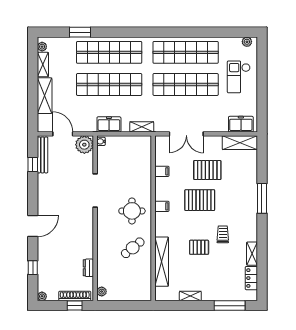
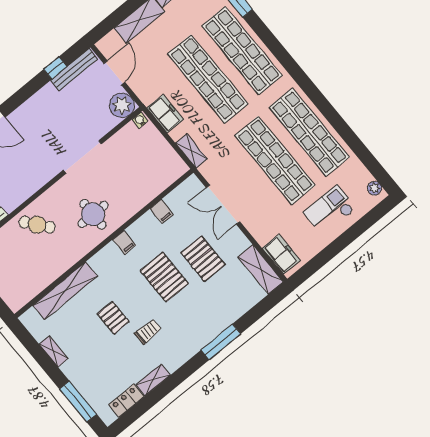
cafe table: (133, 248) -> (37, 225), moved

